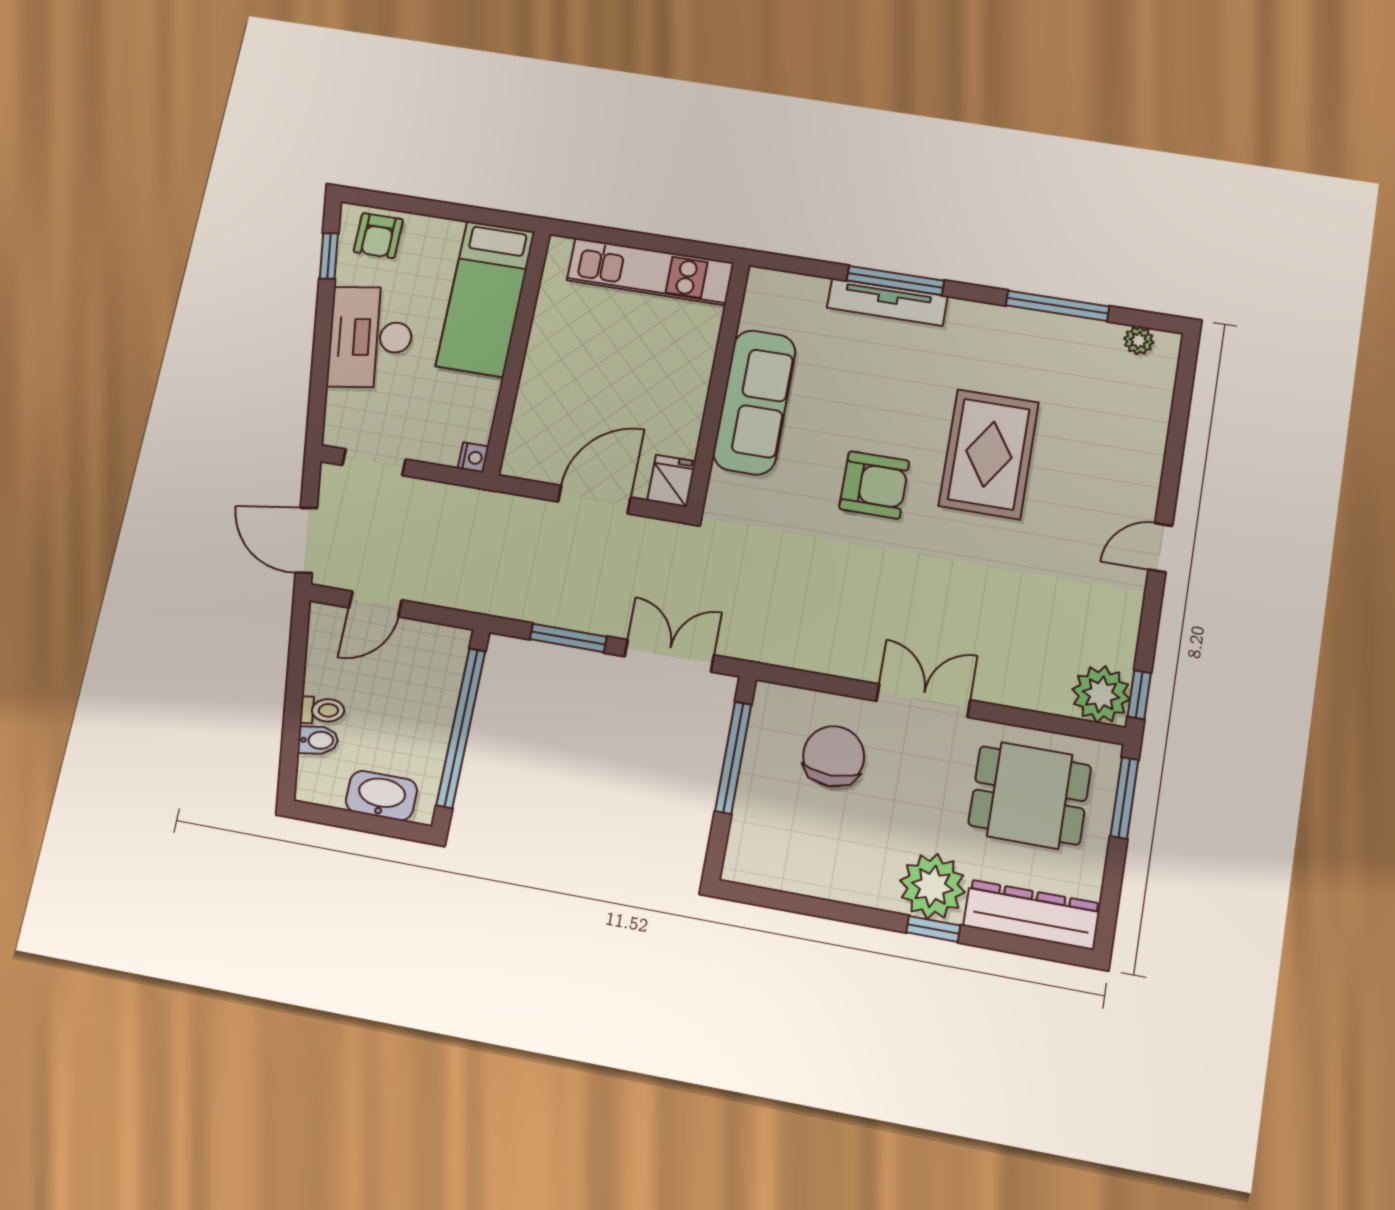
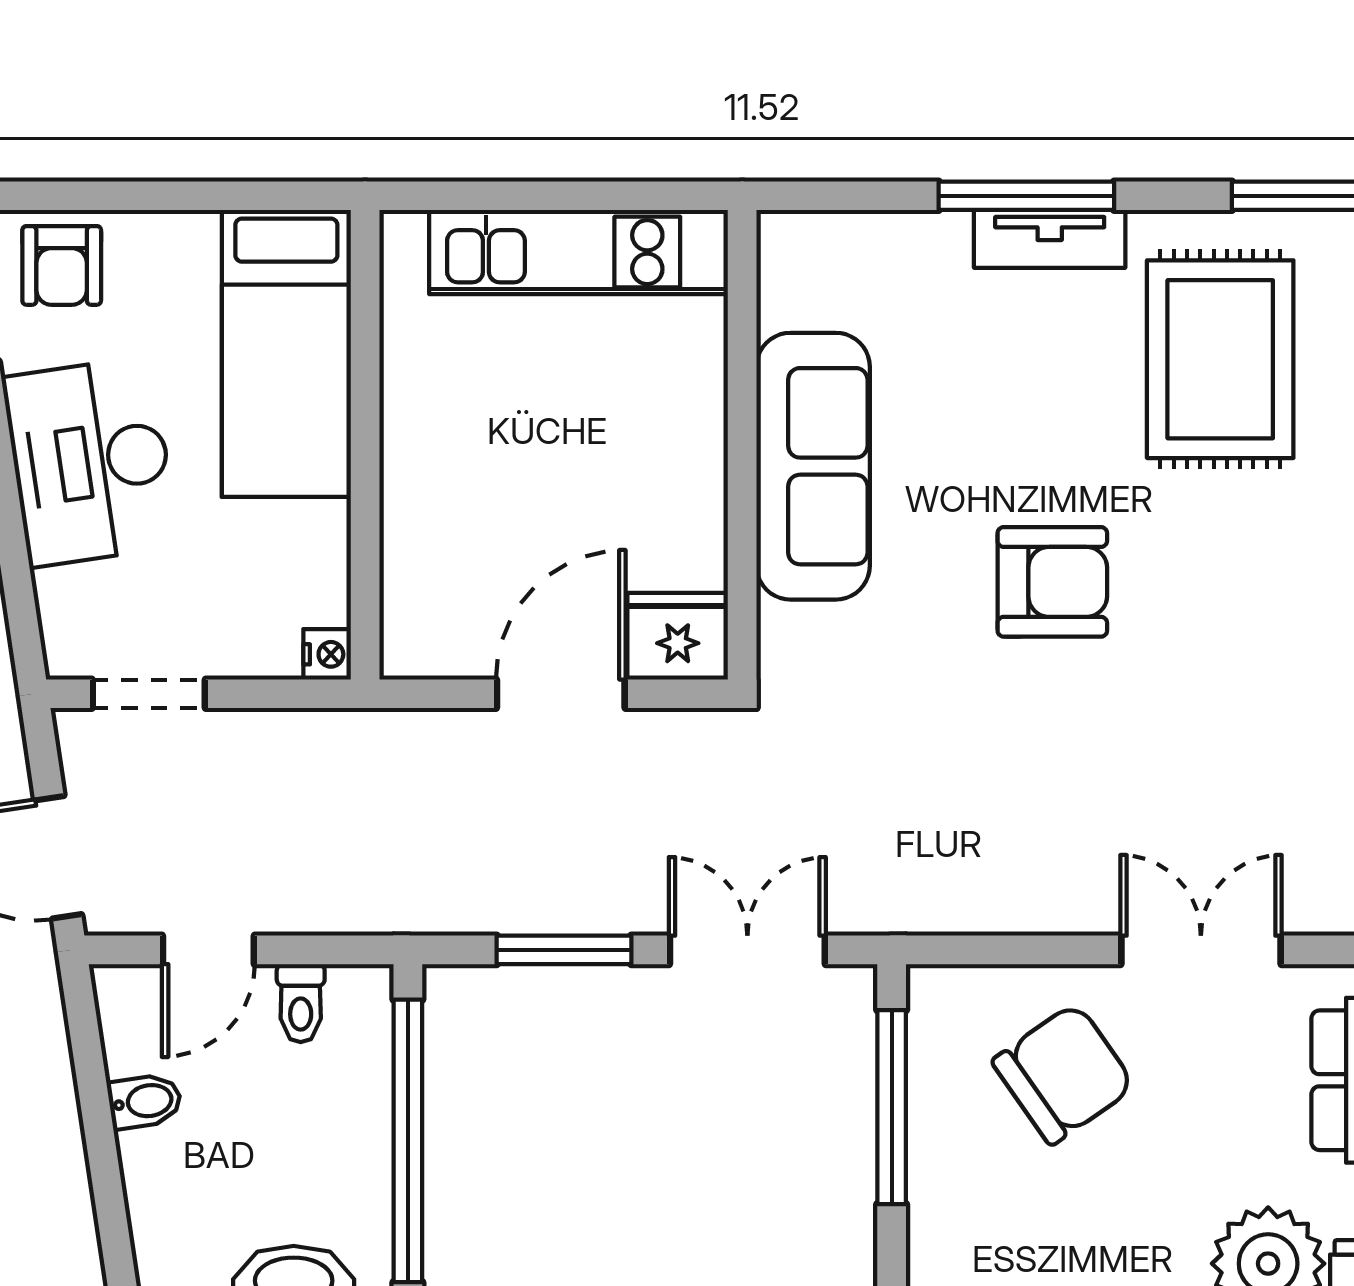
tv unit: (887, 302) -> (1050, 239), width x0.71
rug: (989, 454) -> (1220, 359), moved
fridge: (671, 481) -> (678, 636), width x1.38
toilet: (322, 710) -> (301, 1003), moved, turned 98
bidet: (318, 740) -> (145, 1101), moved
chair: (834, 756) -> (1064, 1074), turned 55

